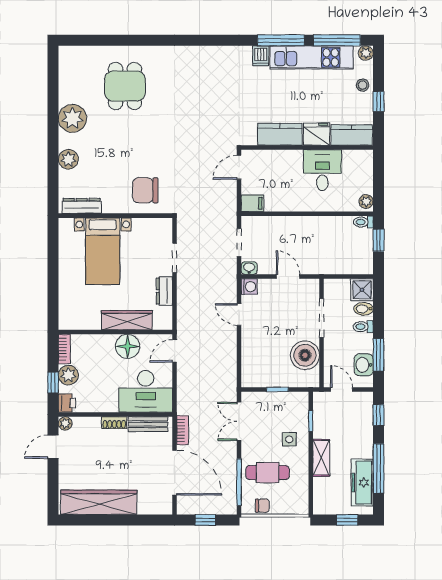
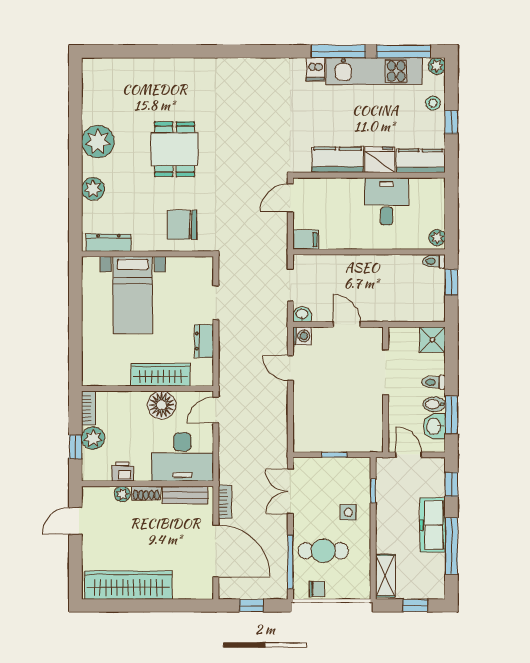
dining table: (125, 86) -> (174, 149), moved
bidet: (364, 309) -> (434, 404), moved
boiler: (305, 355) -> (366, 415), removed
printer: (67, 403) -> (123, 471), moved, turned -90
plant: (65, 423) -> (122, 494), moved
shelving: (321, 458) -> (385, 576), moved
freezer: (362, 483) -> (433, 525), moved

